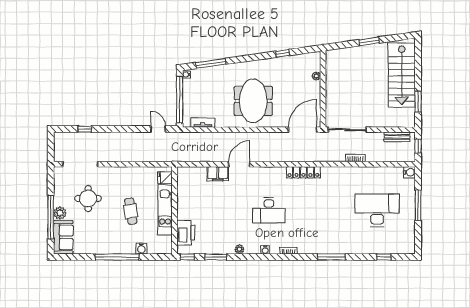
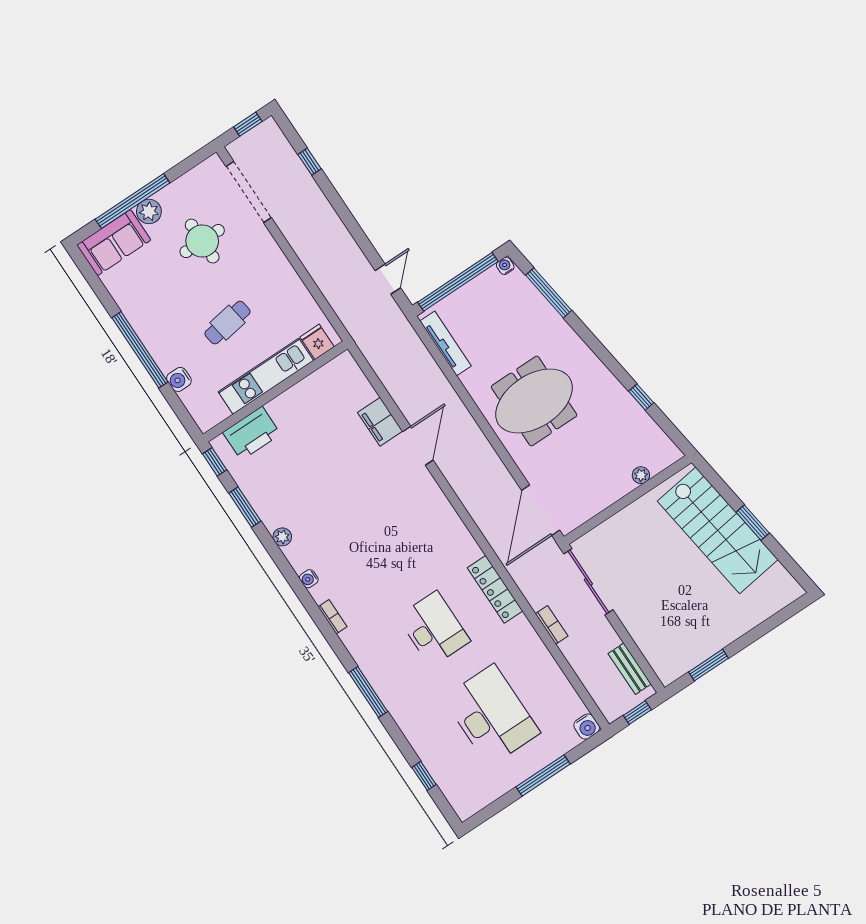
stairs: (402, 75) -> (718, 530), moved, turned -98
tv unit: (203, 123) -> (446, 343), width x1.41
door: (303, 130) -> (541, 510), swing flipped
window: (51, 145) -> (248, 124), added
door: (239, 164) -> (418, 446), hinge flipped
locker: (303, 172) -> (495, 589), moved
desk: (269, 210) -> (434, 629), moved, turned 180

